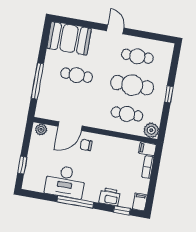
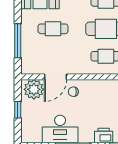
plant: (41, 129) -> (34, 89), width x1.87, depth x1.87
window: (22, 165) -> (18, 110), moved

